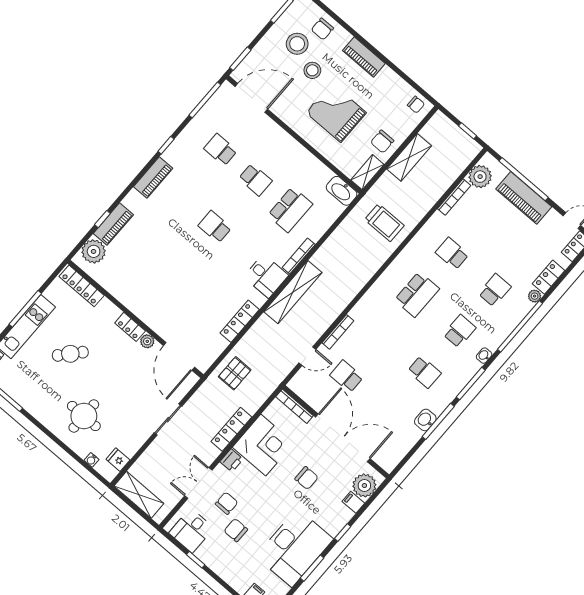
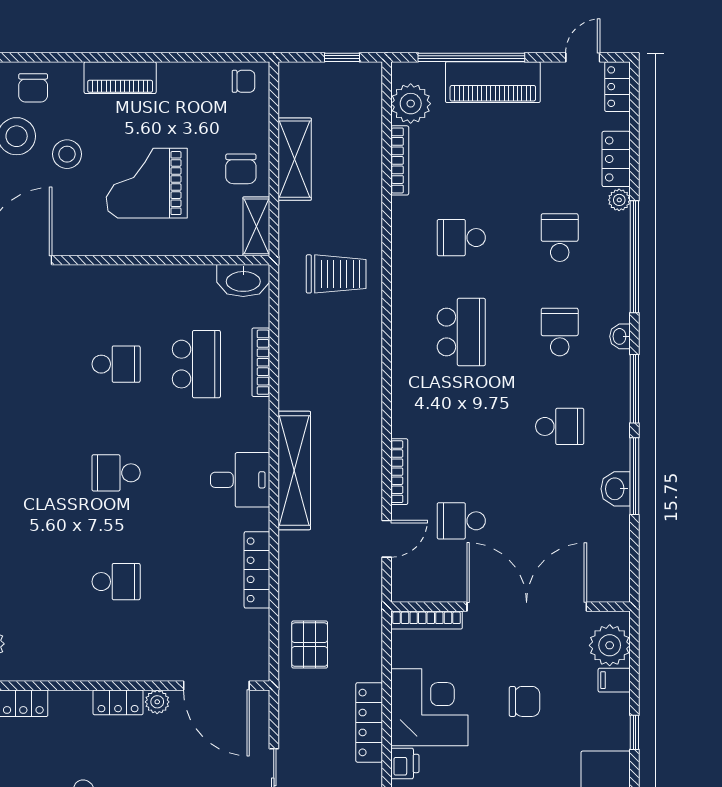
school desk: (221, 150) -> (116, 582), moved, turned 180
bookcase: (299, 256) -> (261, 362), moved

